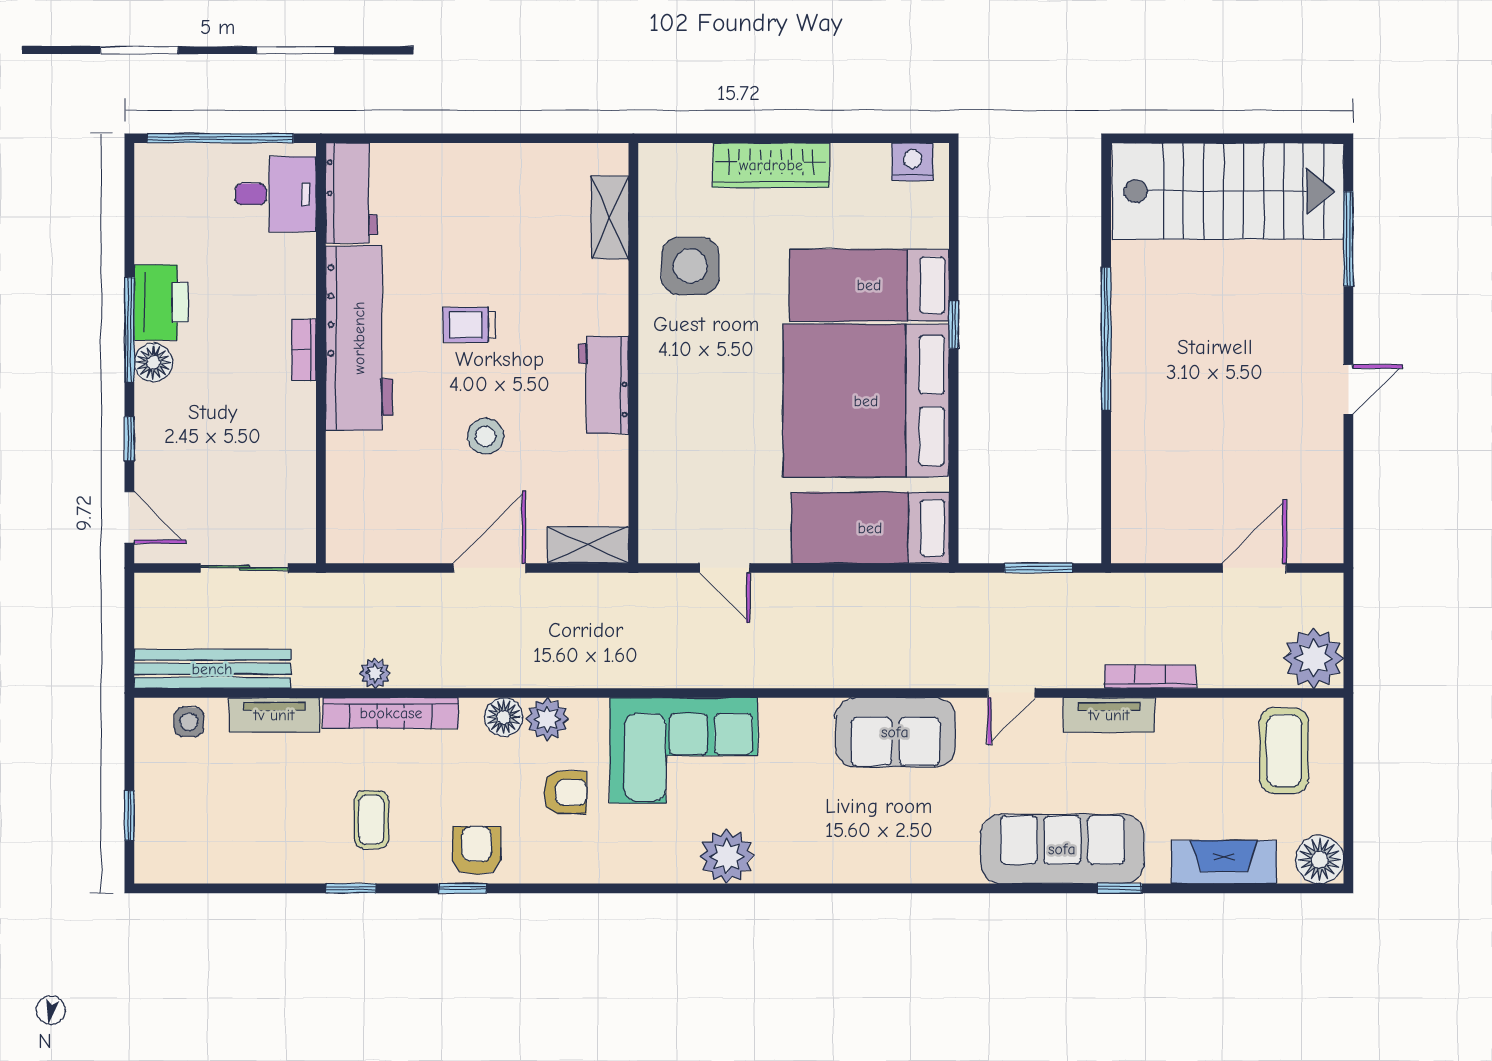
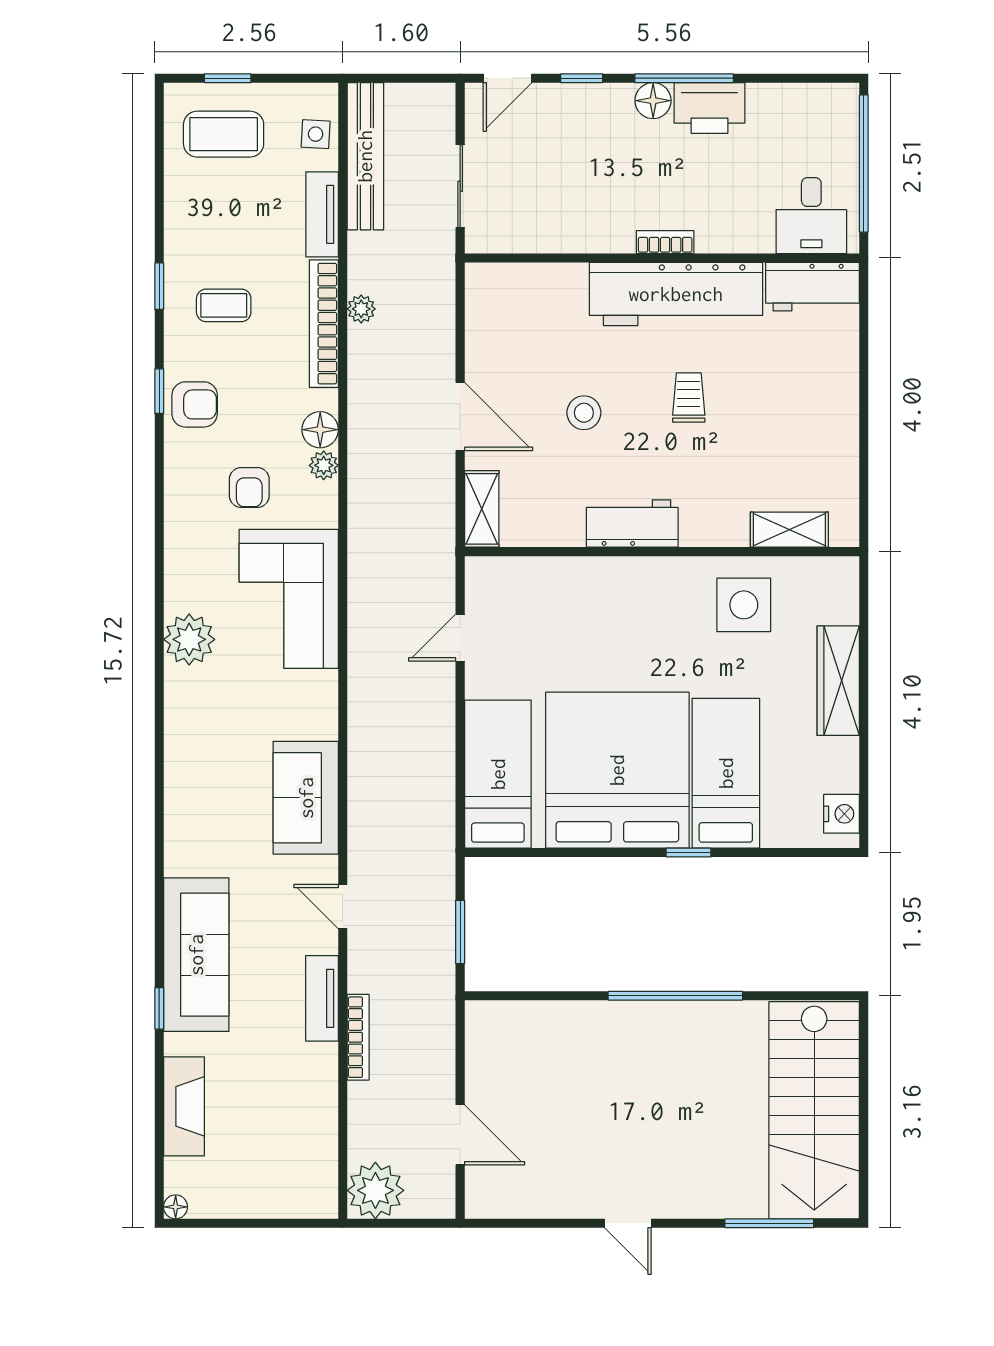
plant: (547, 719) -> (324, 465), width x0.73, depth x0.73
coffee table: (1284, 751) -> (224, 134), moved
floor lamp: (1320, 860) -> (176, 1207), width x0.53, depth x0.53

